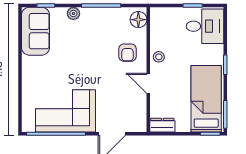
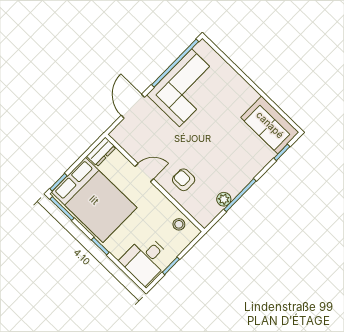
plant: (73, 13) -> (224, 199), moved
floor lamp: (138, 20) -> (201, 213), removed
stool: (159, 57) -> (179, 224), moved
bed: (206, 99) -> (94, 200), width x1.50

